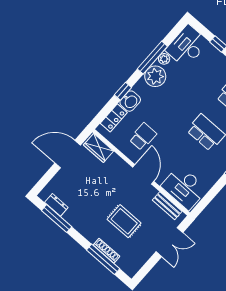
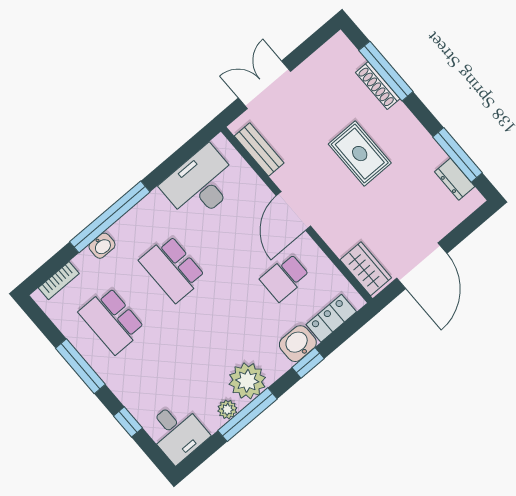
desk: (187, 46) -> (177, 432), width x0.73
door: (68, 154) -> (422, 266), hinge flipped
desk: (184, 188) -> (201, 184), moved, turned -90
rug: (124, 221) -> (360, 154), moved

